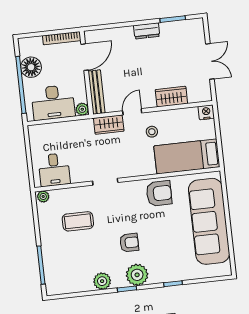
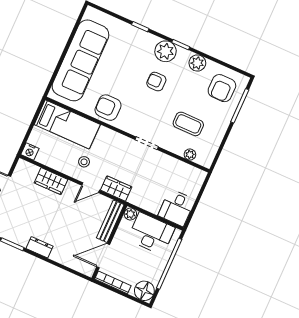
floor lamp: (31, 67) -> (144, 291), moved
desk: (54, 170) -> (177, 208), moved, turned 180
plant: (43, 196) -> (190, 155), moved
armchair: (67, 272) -> (222, 88), added

